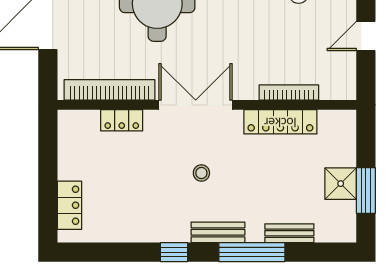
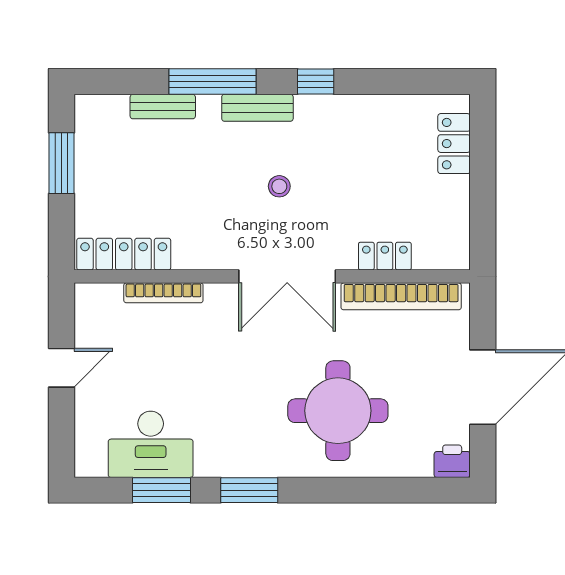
locker: (280, 122) -> (124, 254), moved
shower: (341, 184) -> (95, 172), removed

